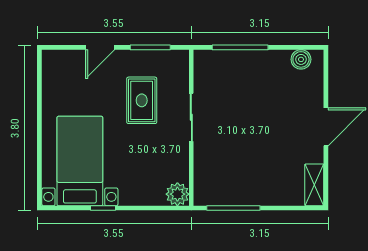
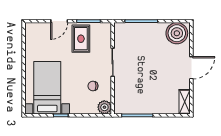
boiler: (301, 59) -> (177, 33), width x1.86, depth x1.86
rug: (142, 100) -> (81, 39), moved
chair: (158, 158) -> (93, 86), added

